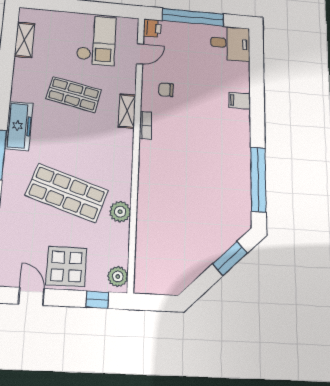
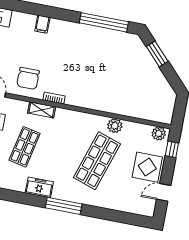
chair: (166, 90) -> (28, 78), width x1.87, depth x1.87
freezer: (19, 126) -> (39, 187), width x0.71

